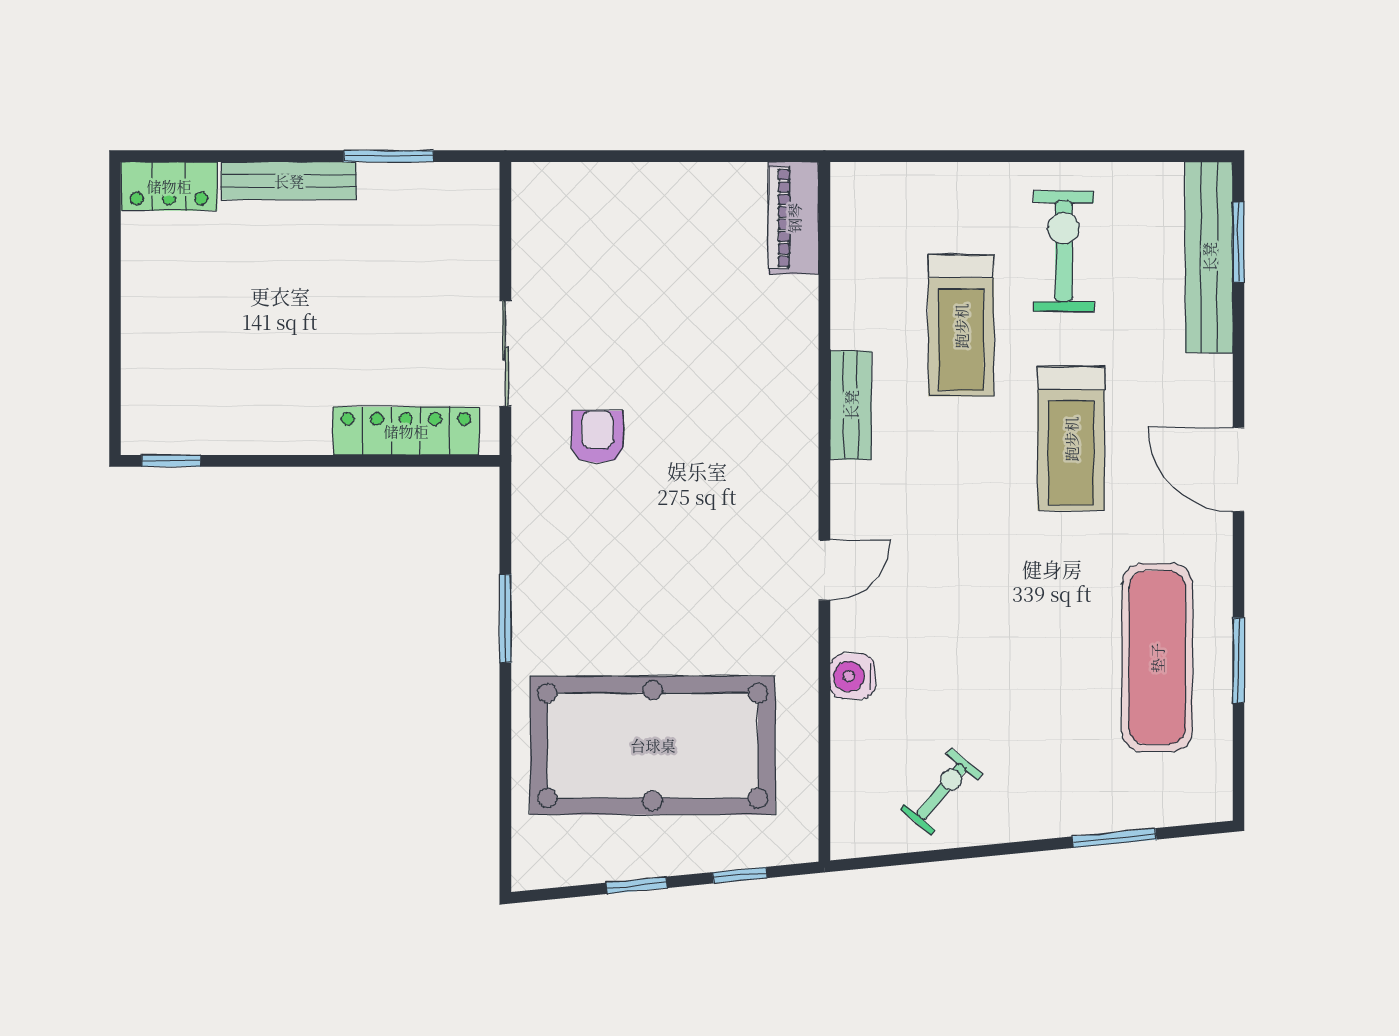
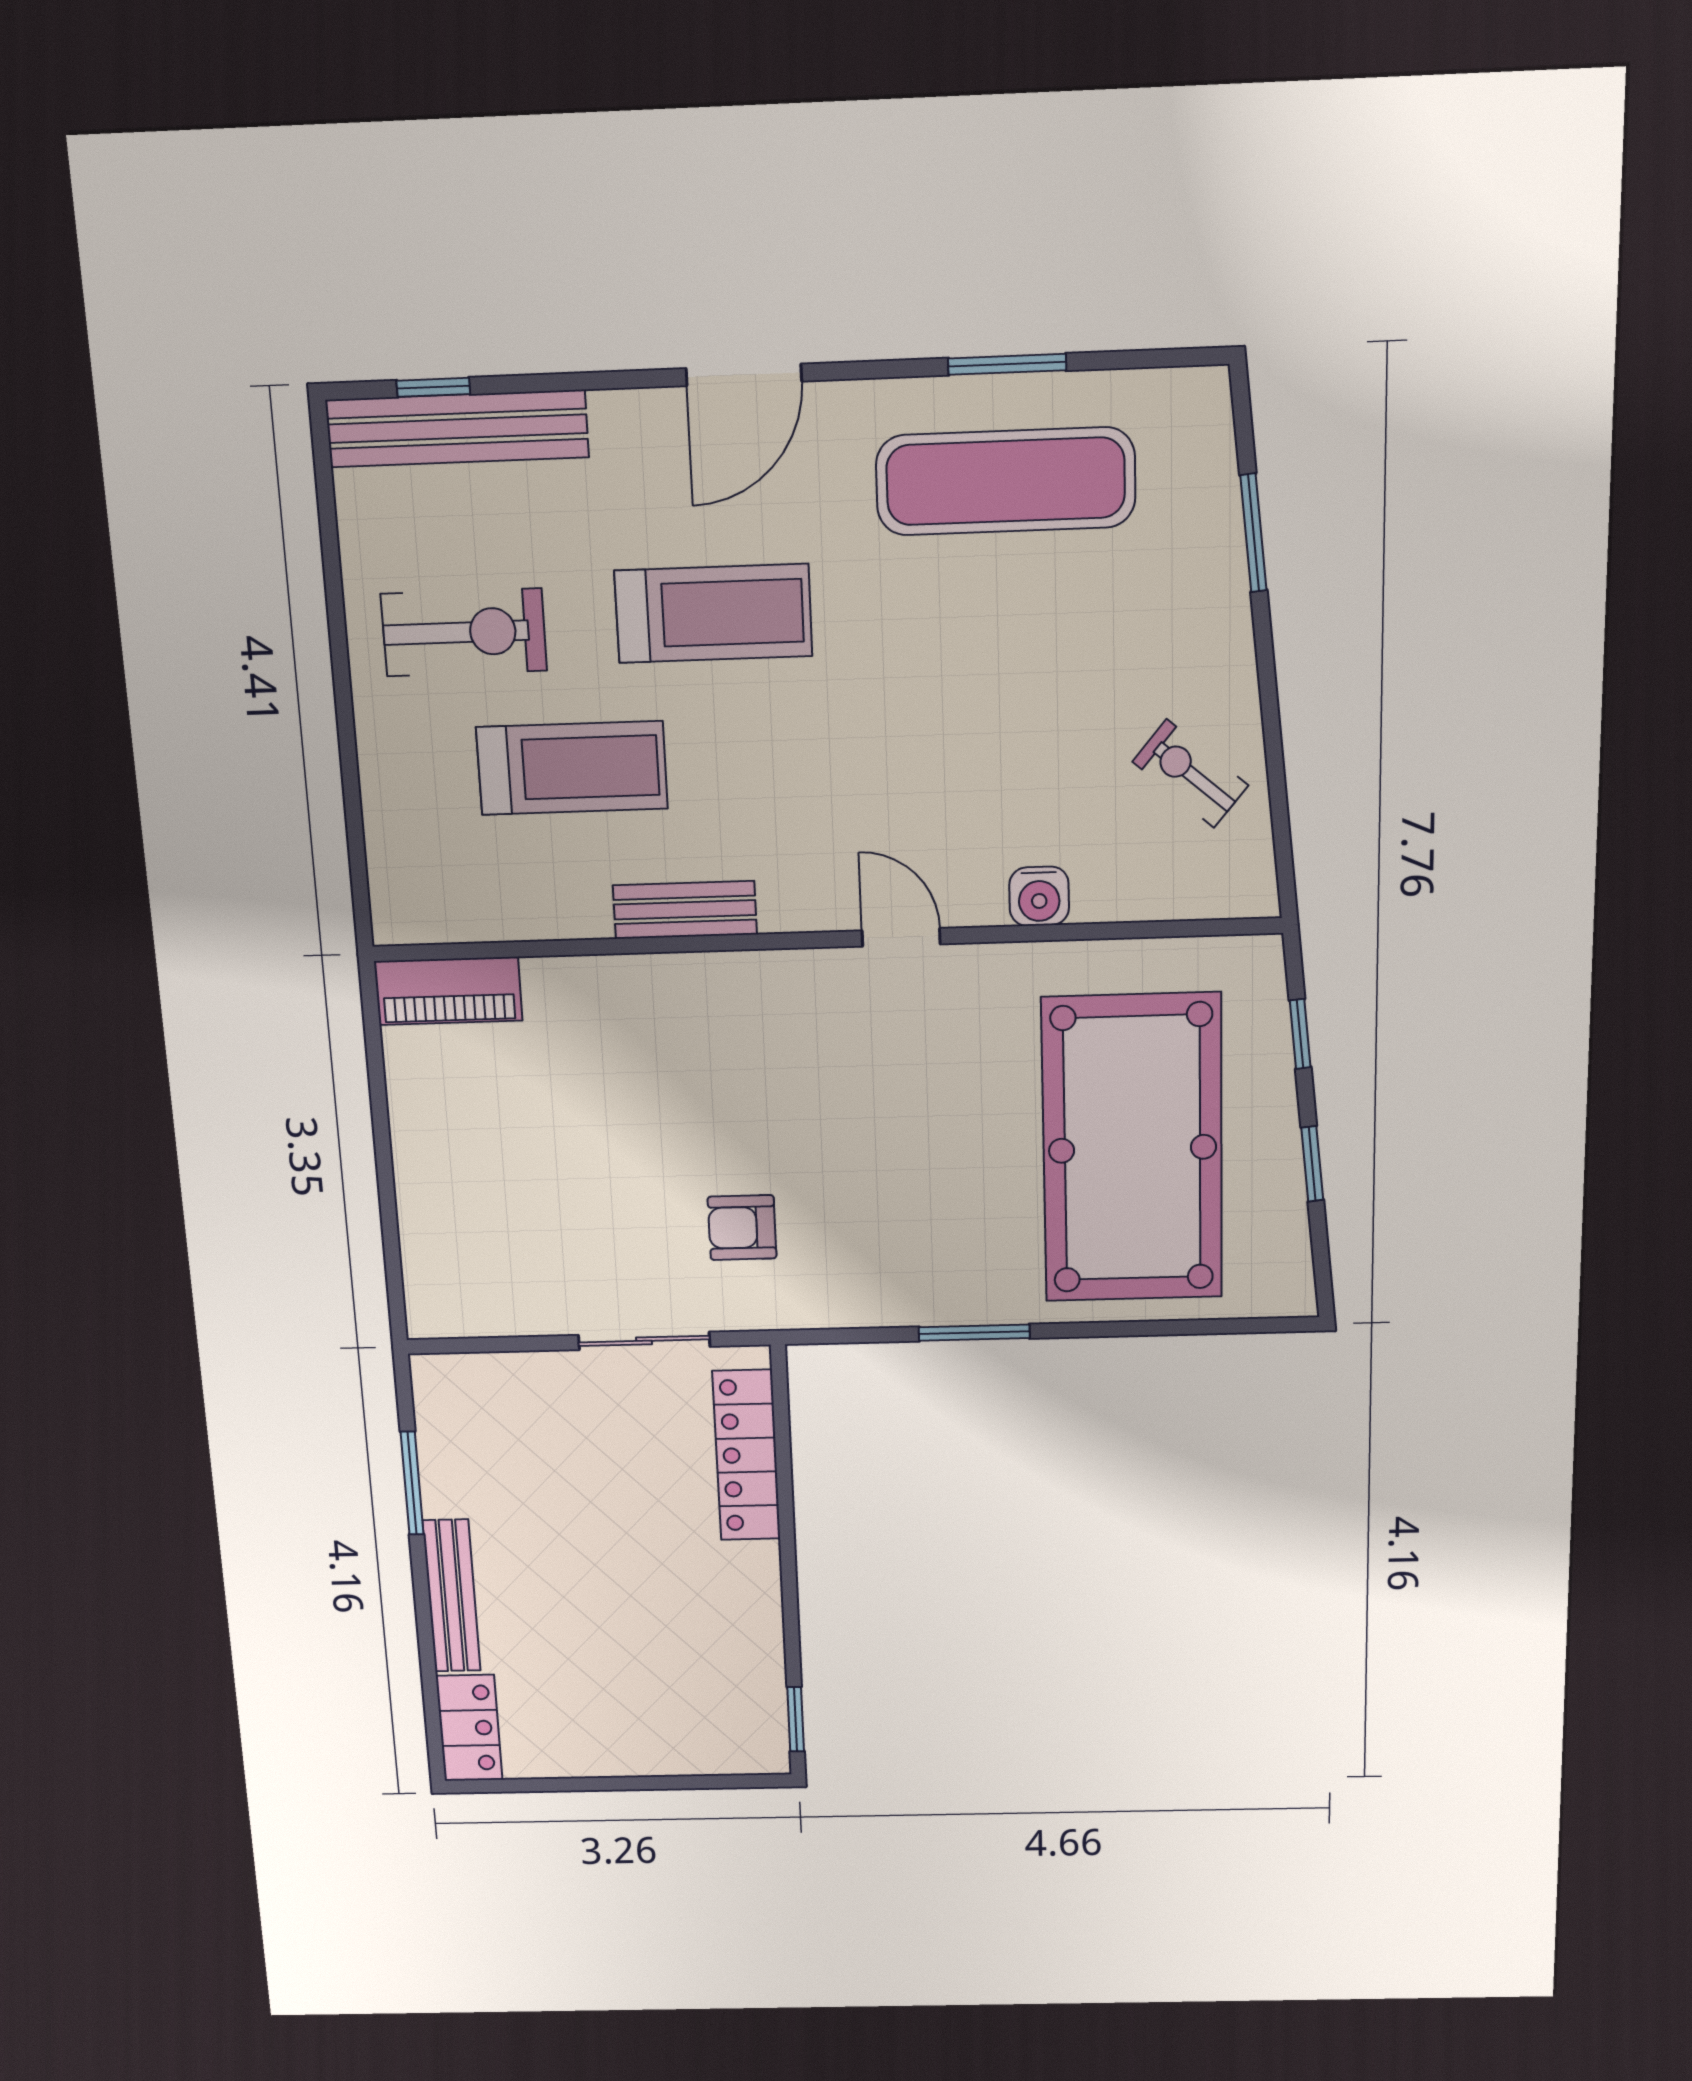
window: (1238, 242) -> (433, 387), width x0.67
exercise bike: (1064, 251) -> (464, 632), turned 180

